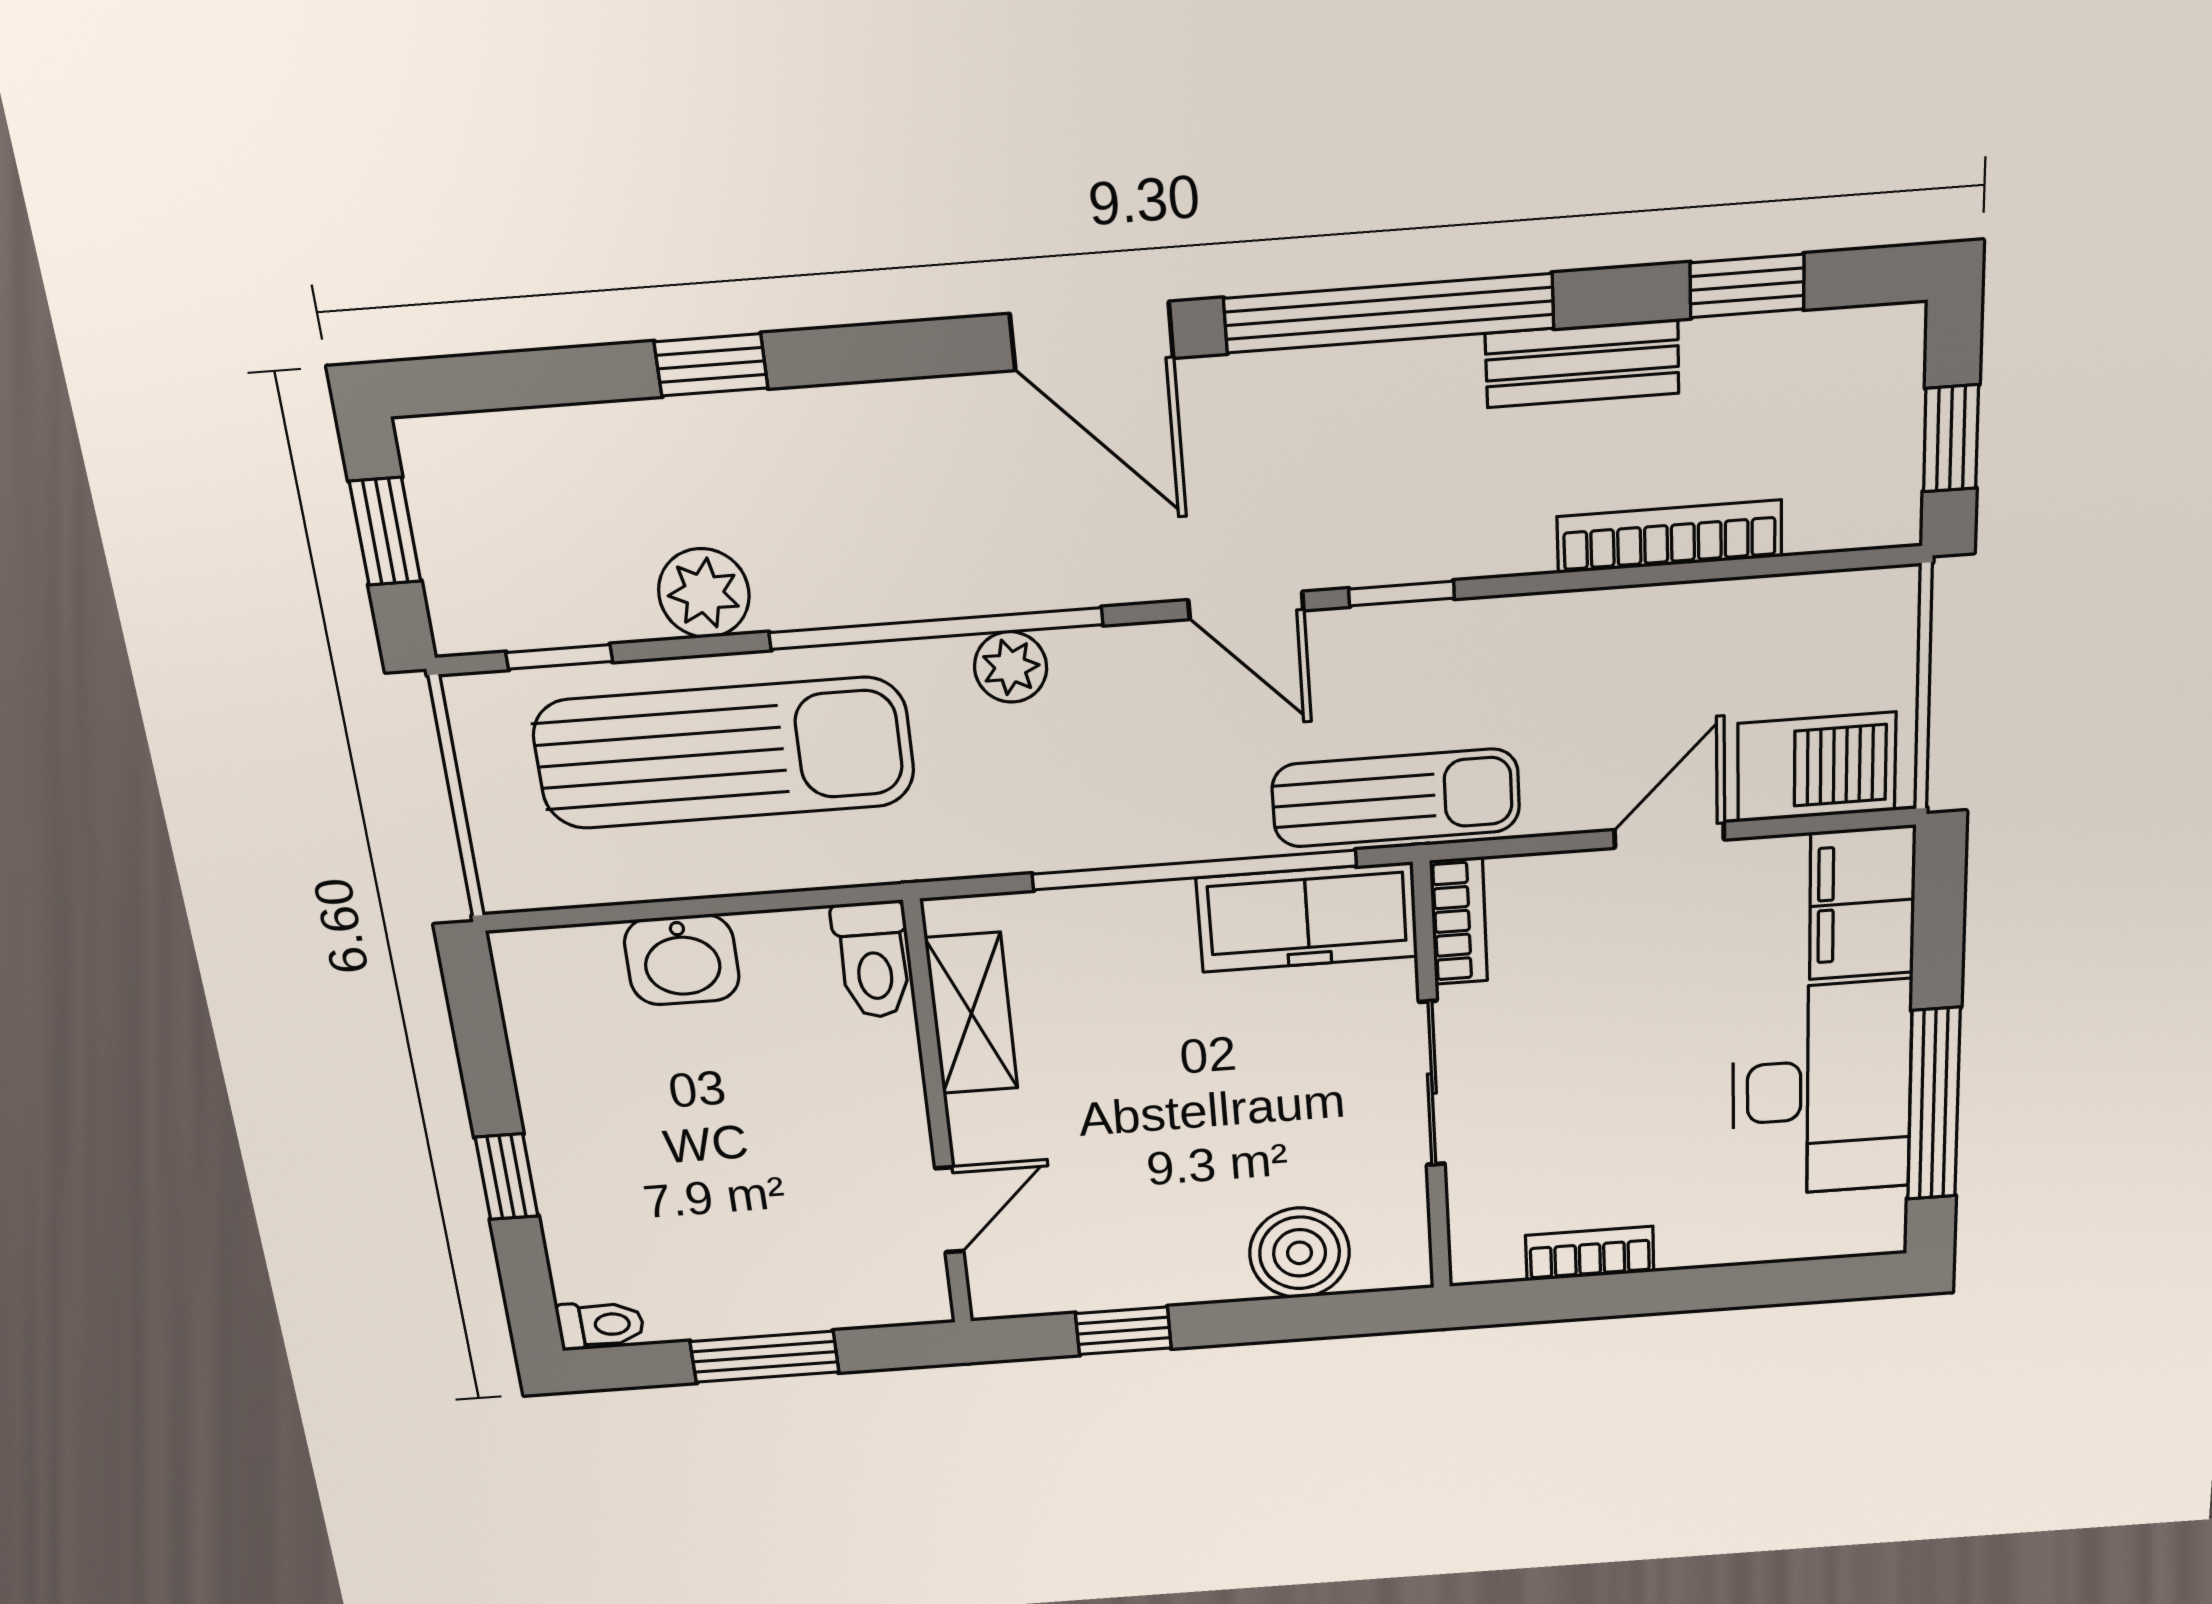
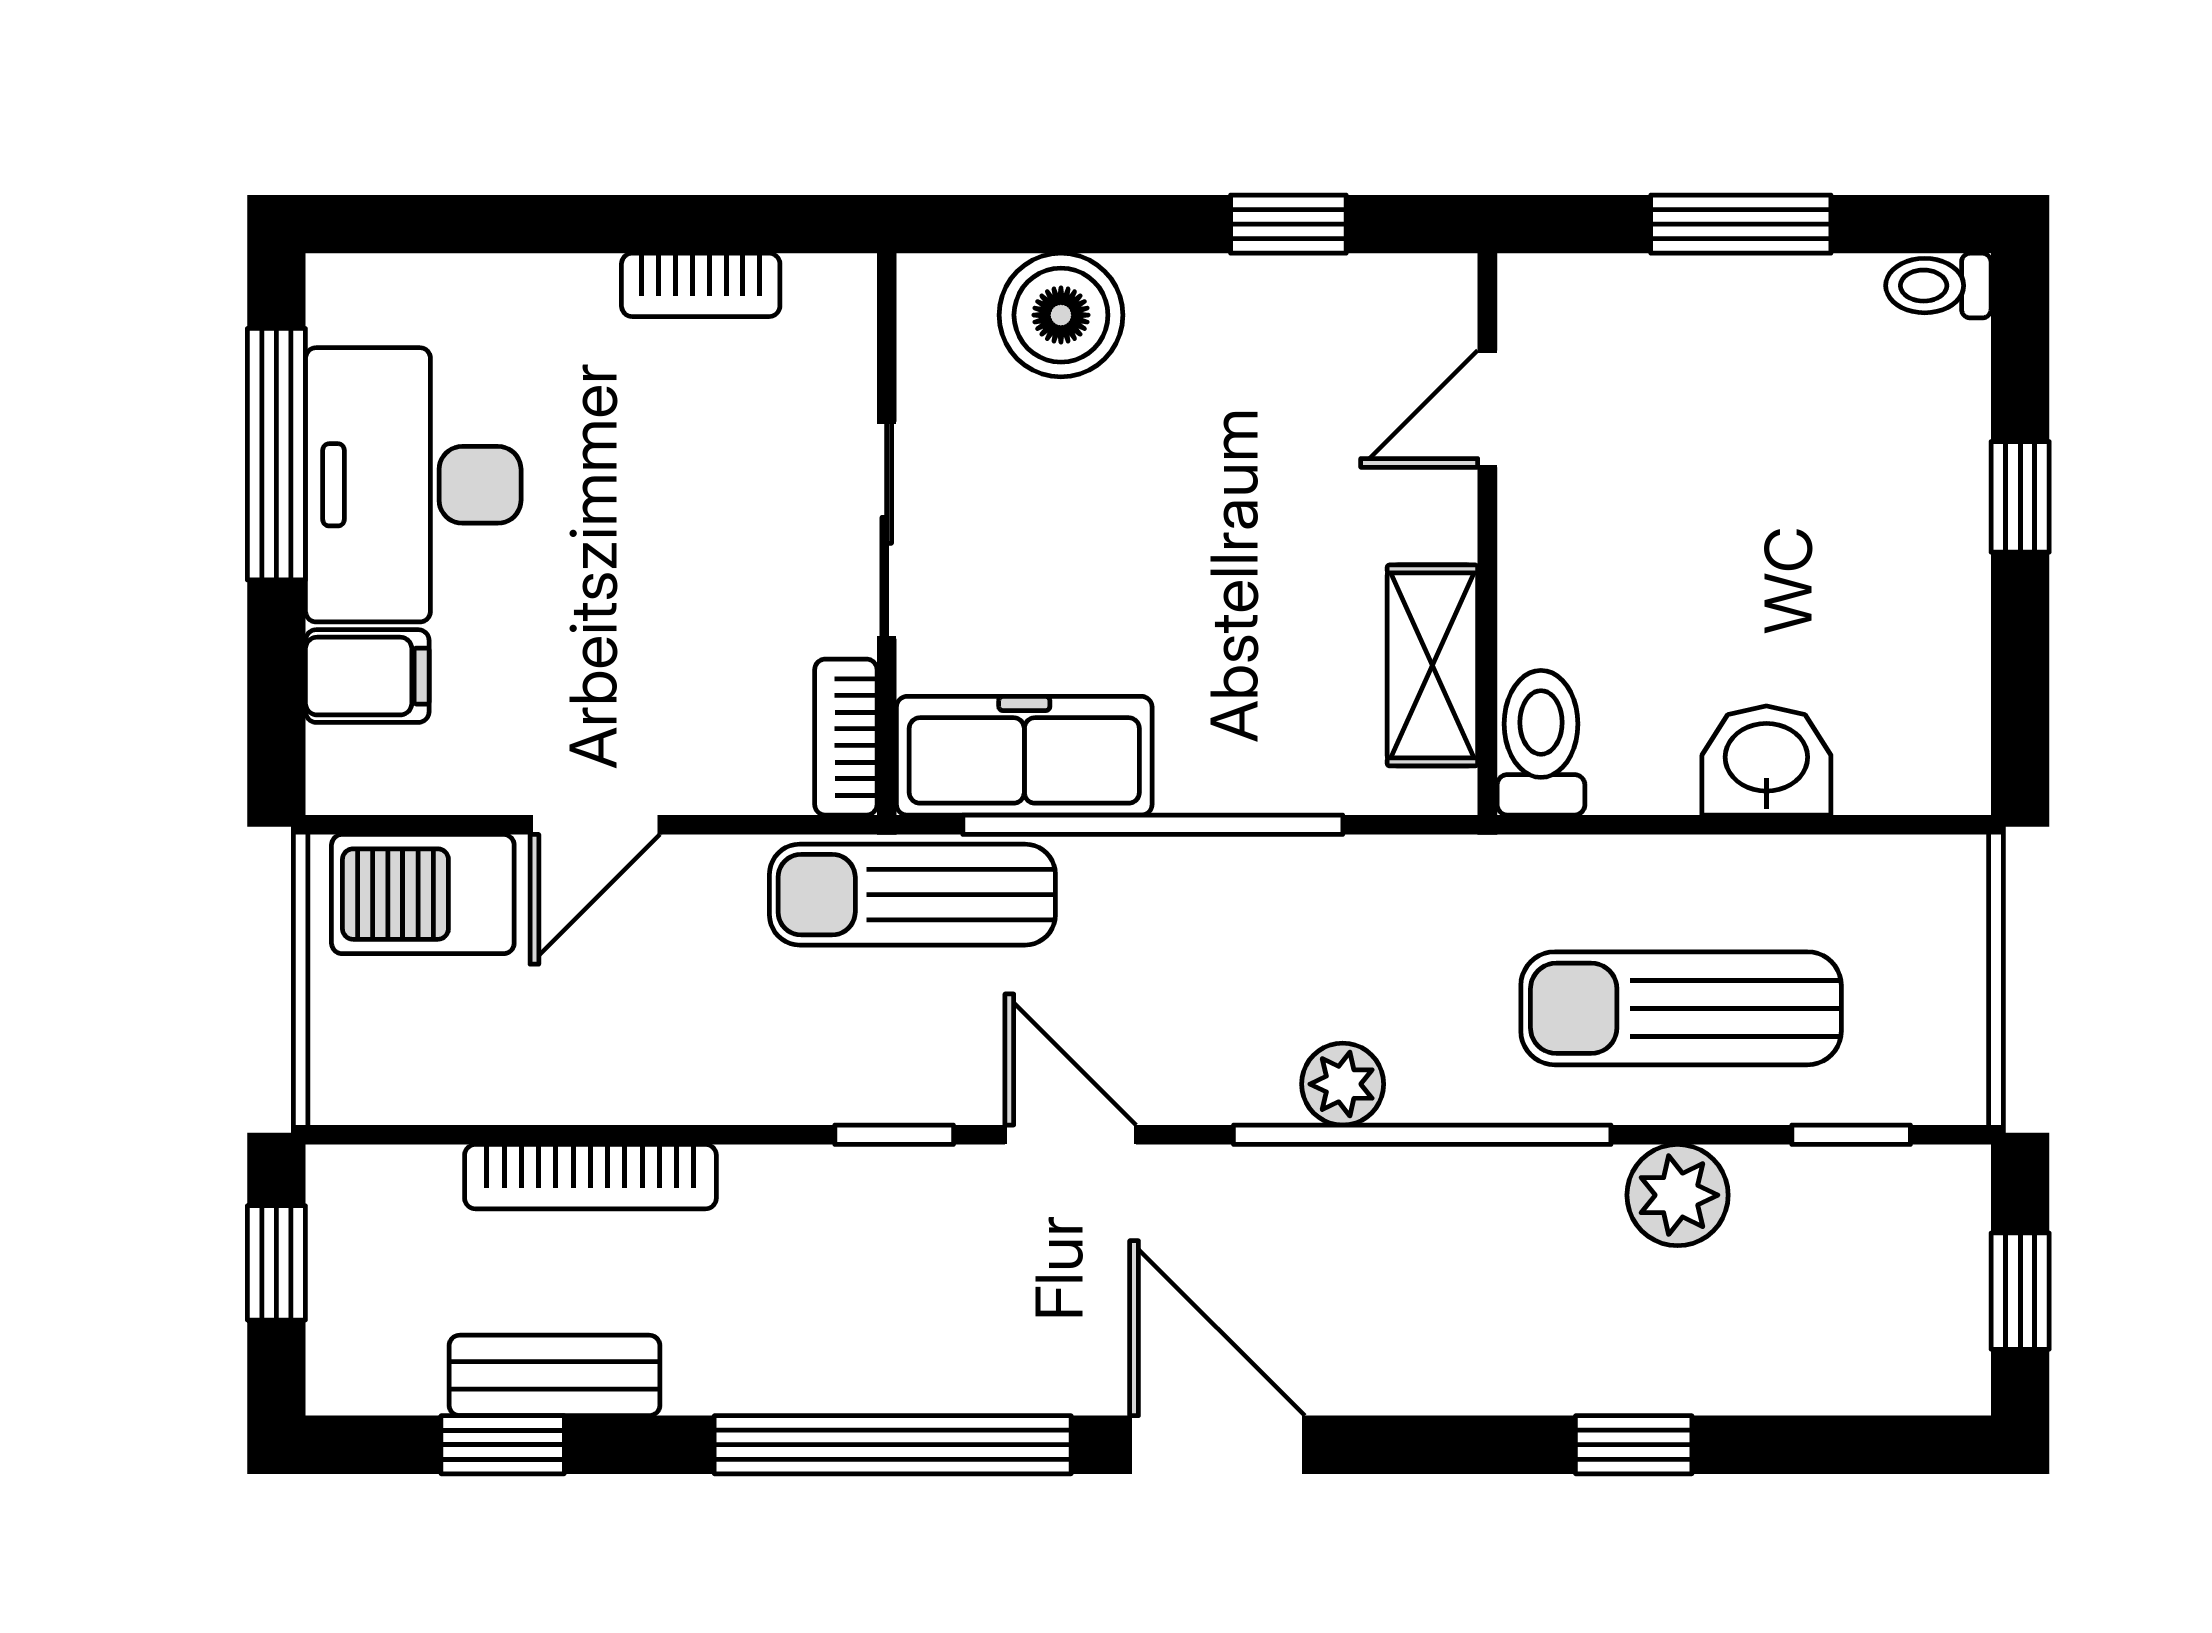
bench: (1582, 363) -> (554, 1375), moved
sun lounger: (724, 753) -> (1681, 1008), width x0.73, depth x0.75
filing cabinet: (1862, 903) -> (367, 676), width x0.50

